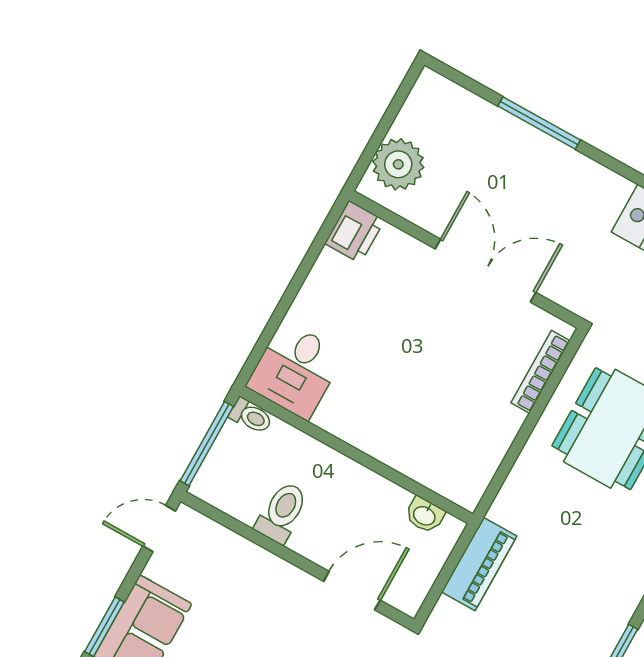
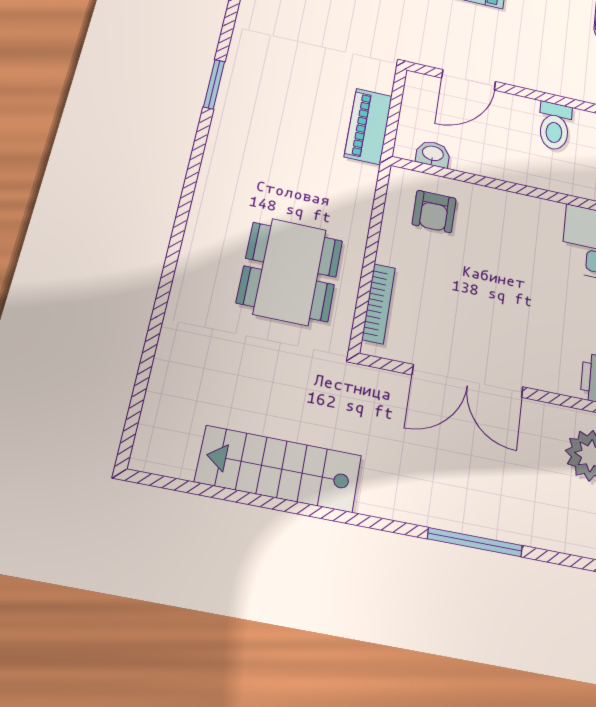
armchair: (449, 452) -> (434, 211), added

